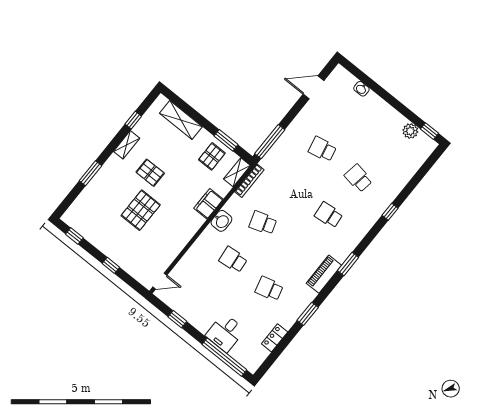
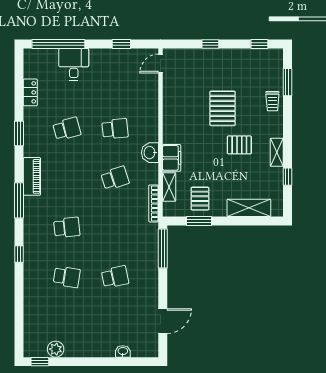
shelving: (237, 172) -> (169, 187), moved
window: (90, 173) -> (287, 82), moved
trolley: (99, 185) -> (272, 101), added
window: (390, 212) -> (19, 254), moved
window: (348, 264) -> (19, 200), width x1.44

